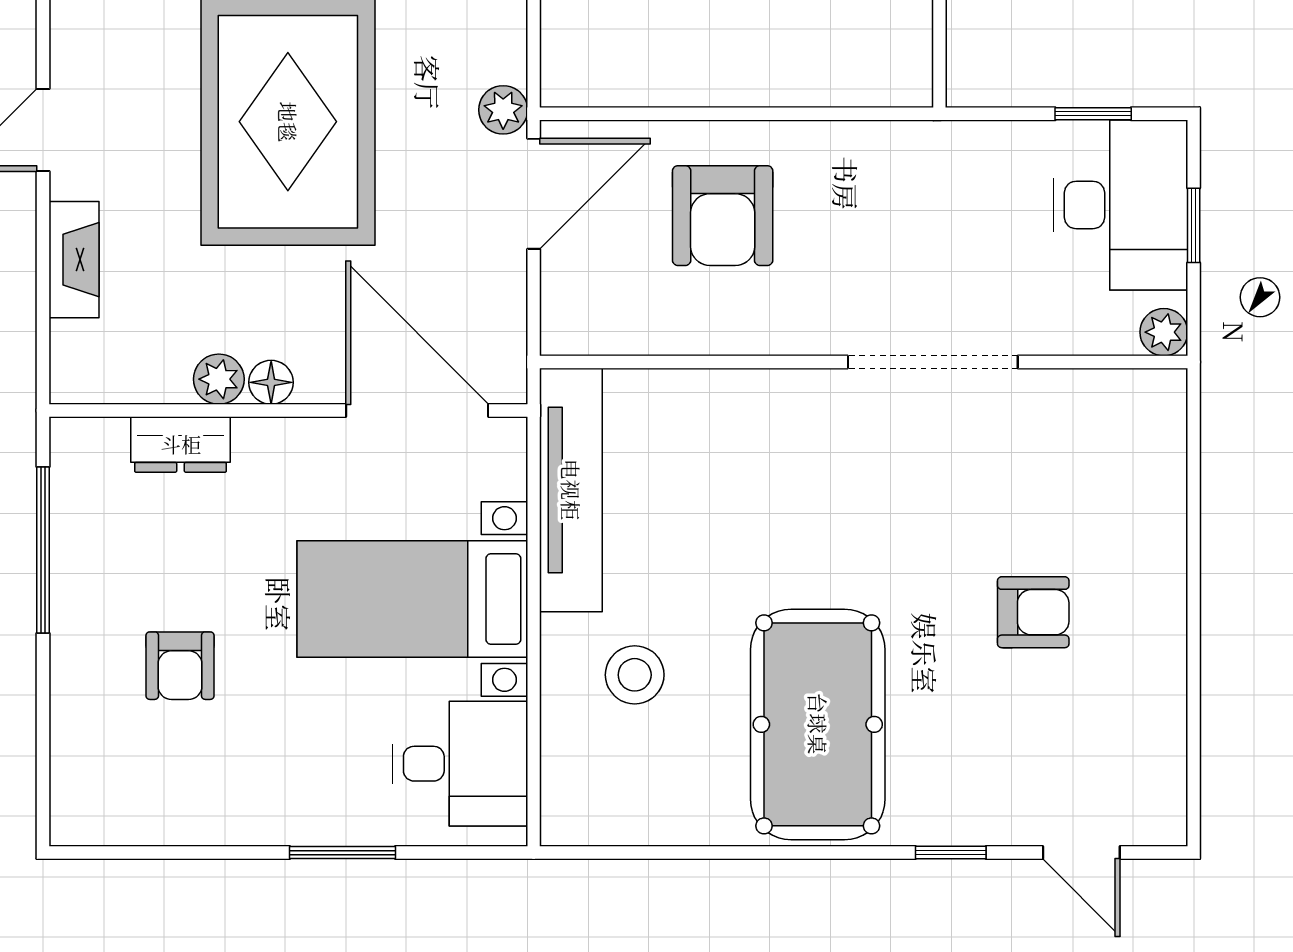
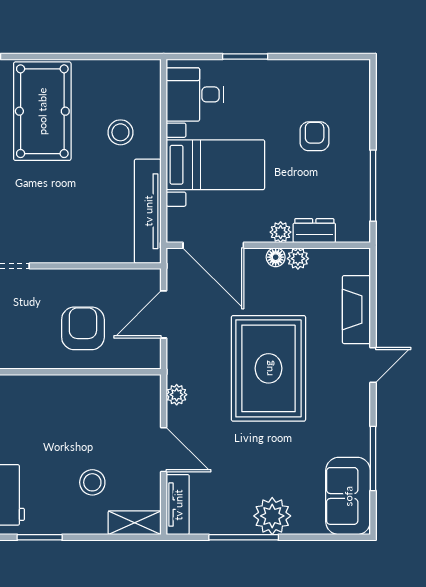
plant: (503, 110) -> (177, 395), moved
door: (534, 194) -> (164, 314), moved
fireplace: (74, 260) -> (356, 310), width x1.37, depth x1.32
plant: (260, 441) -> (281, 232), added

